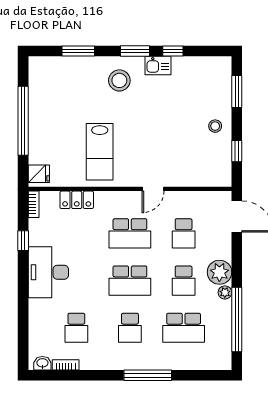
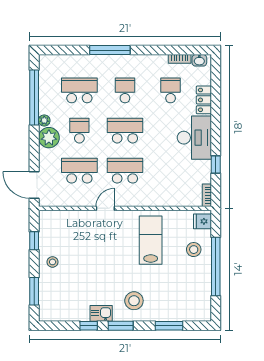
stool: (49, 141) -> (194, 250), added
locker: (77, 200) -> (204, 100), moved, turned -90
school desk: (184, 233) -> (79, 171), width x1.85

